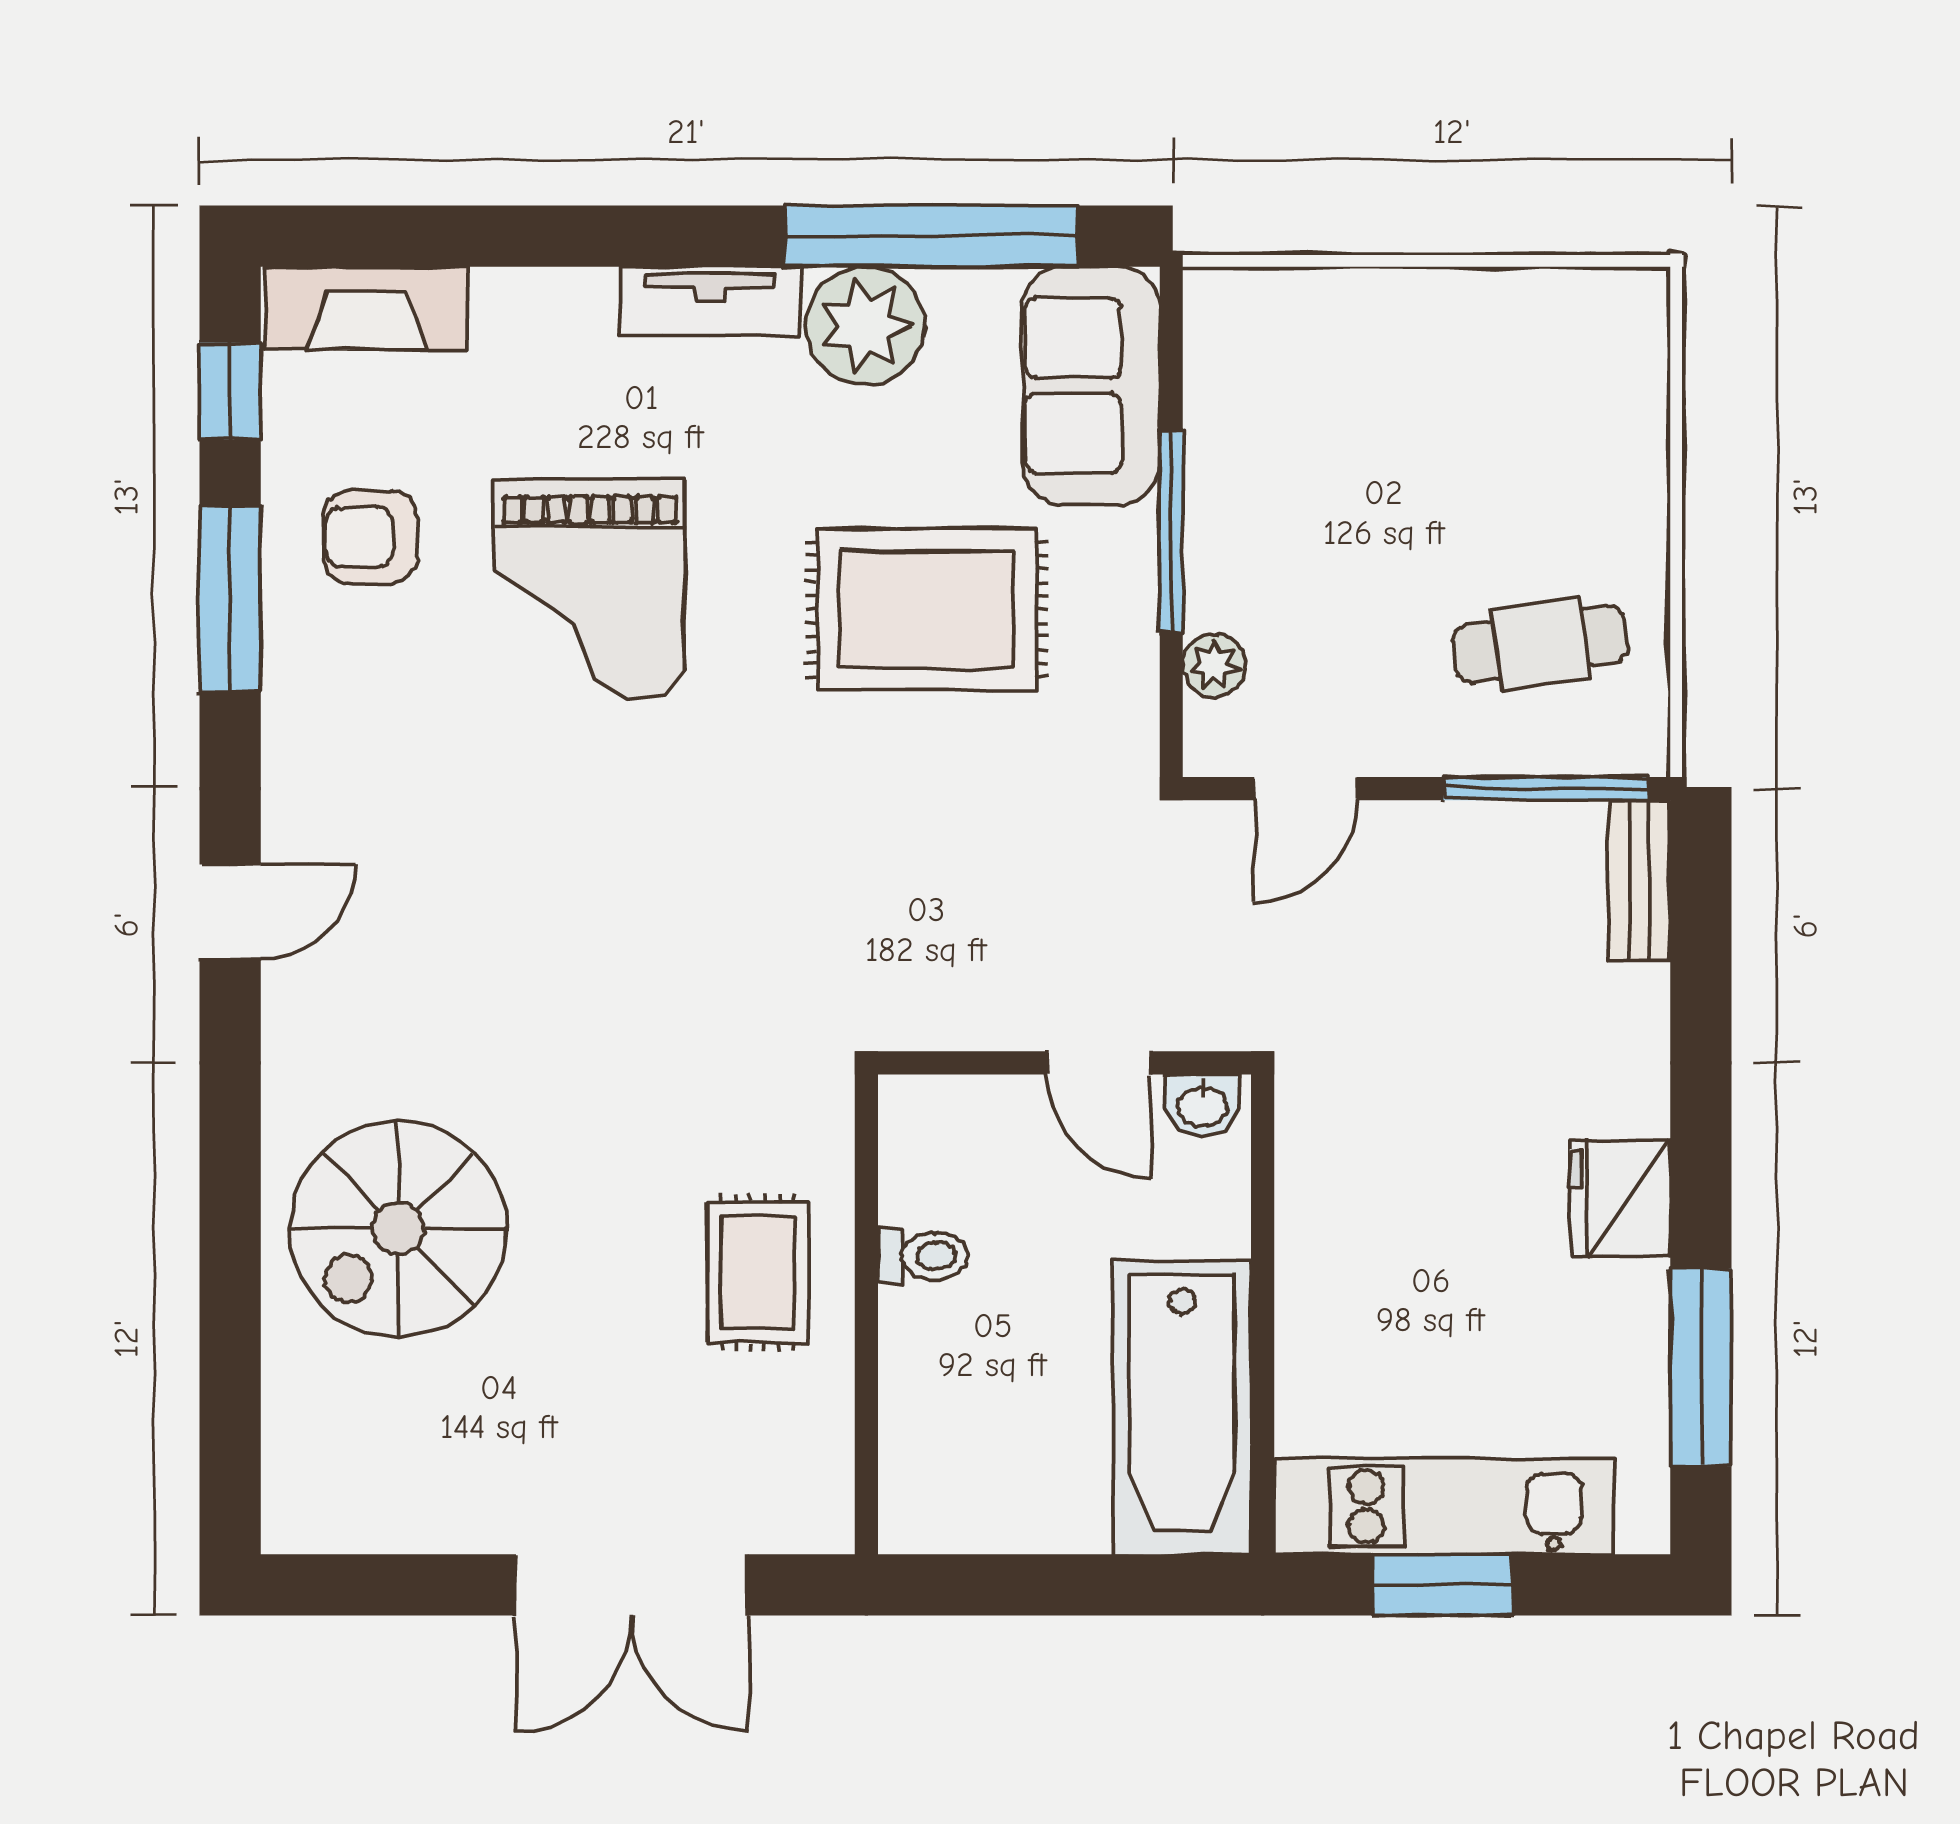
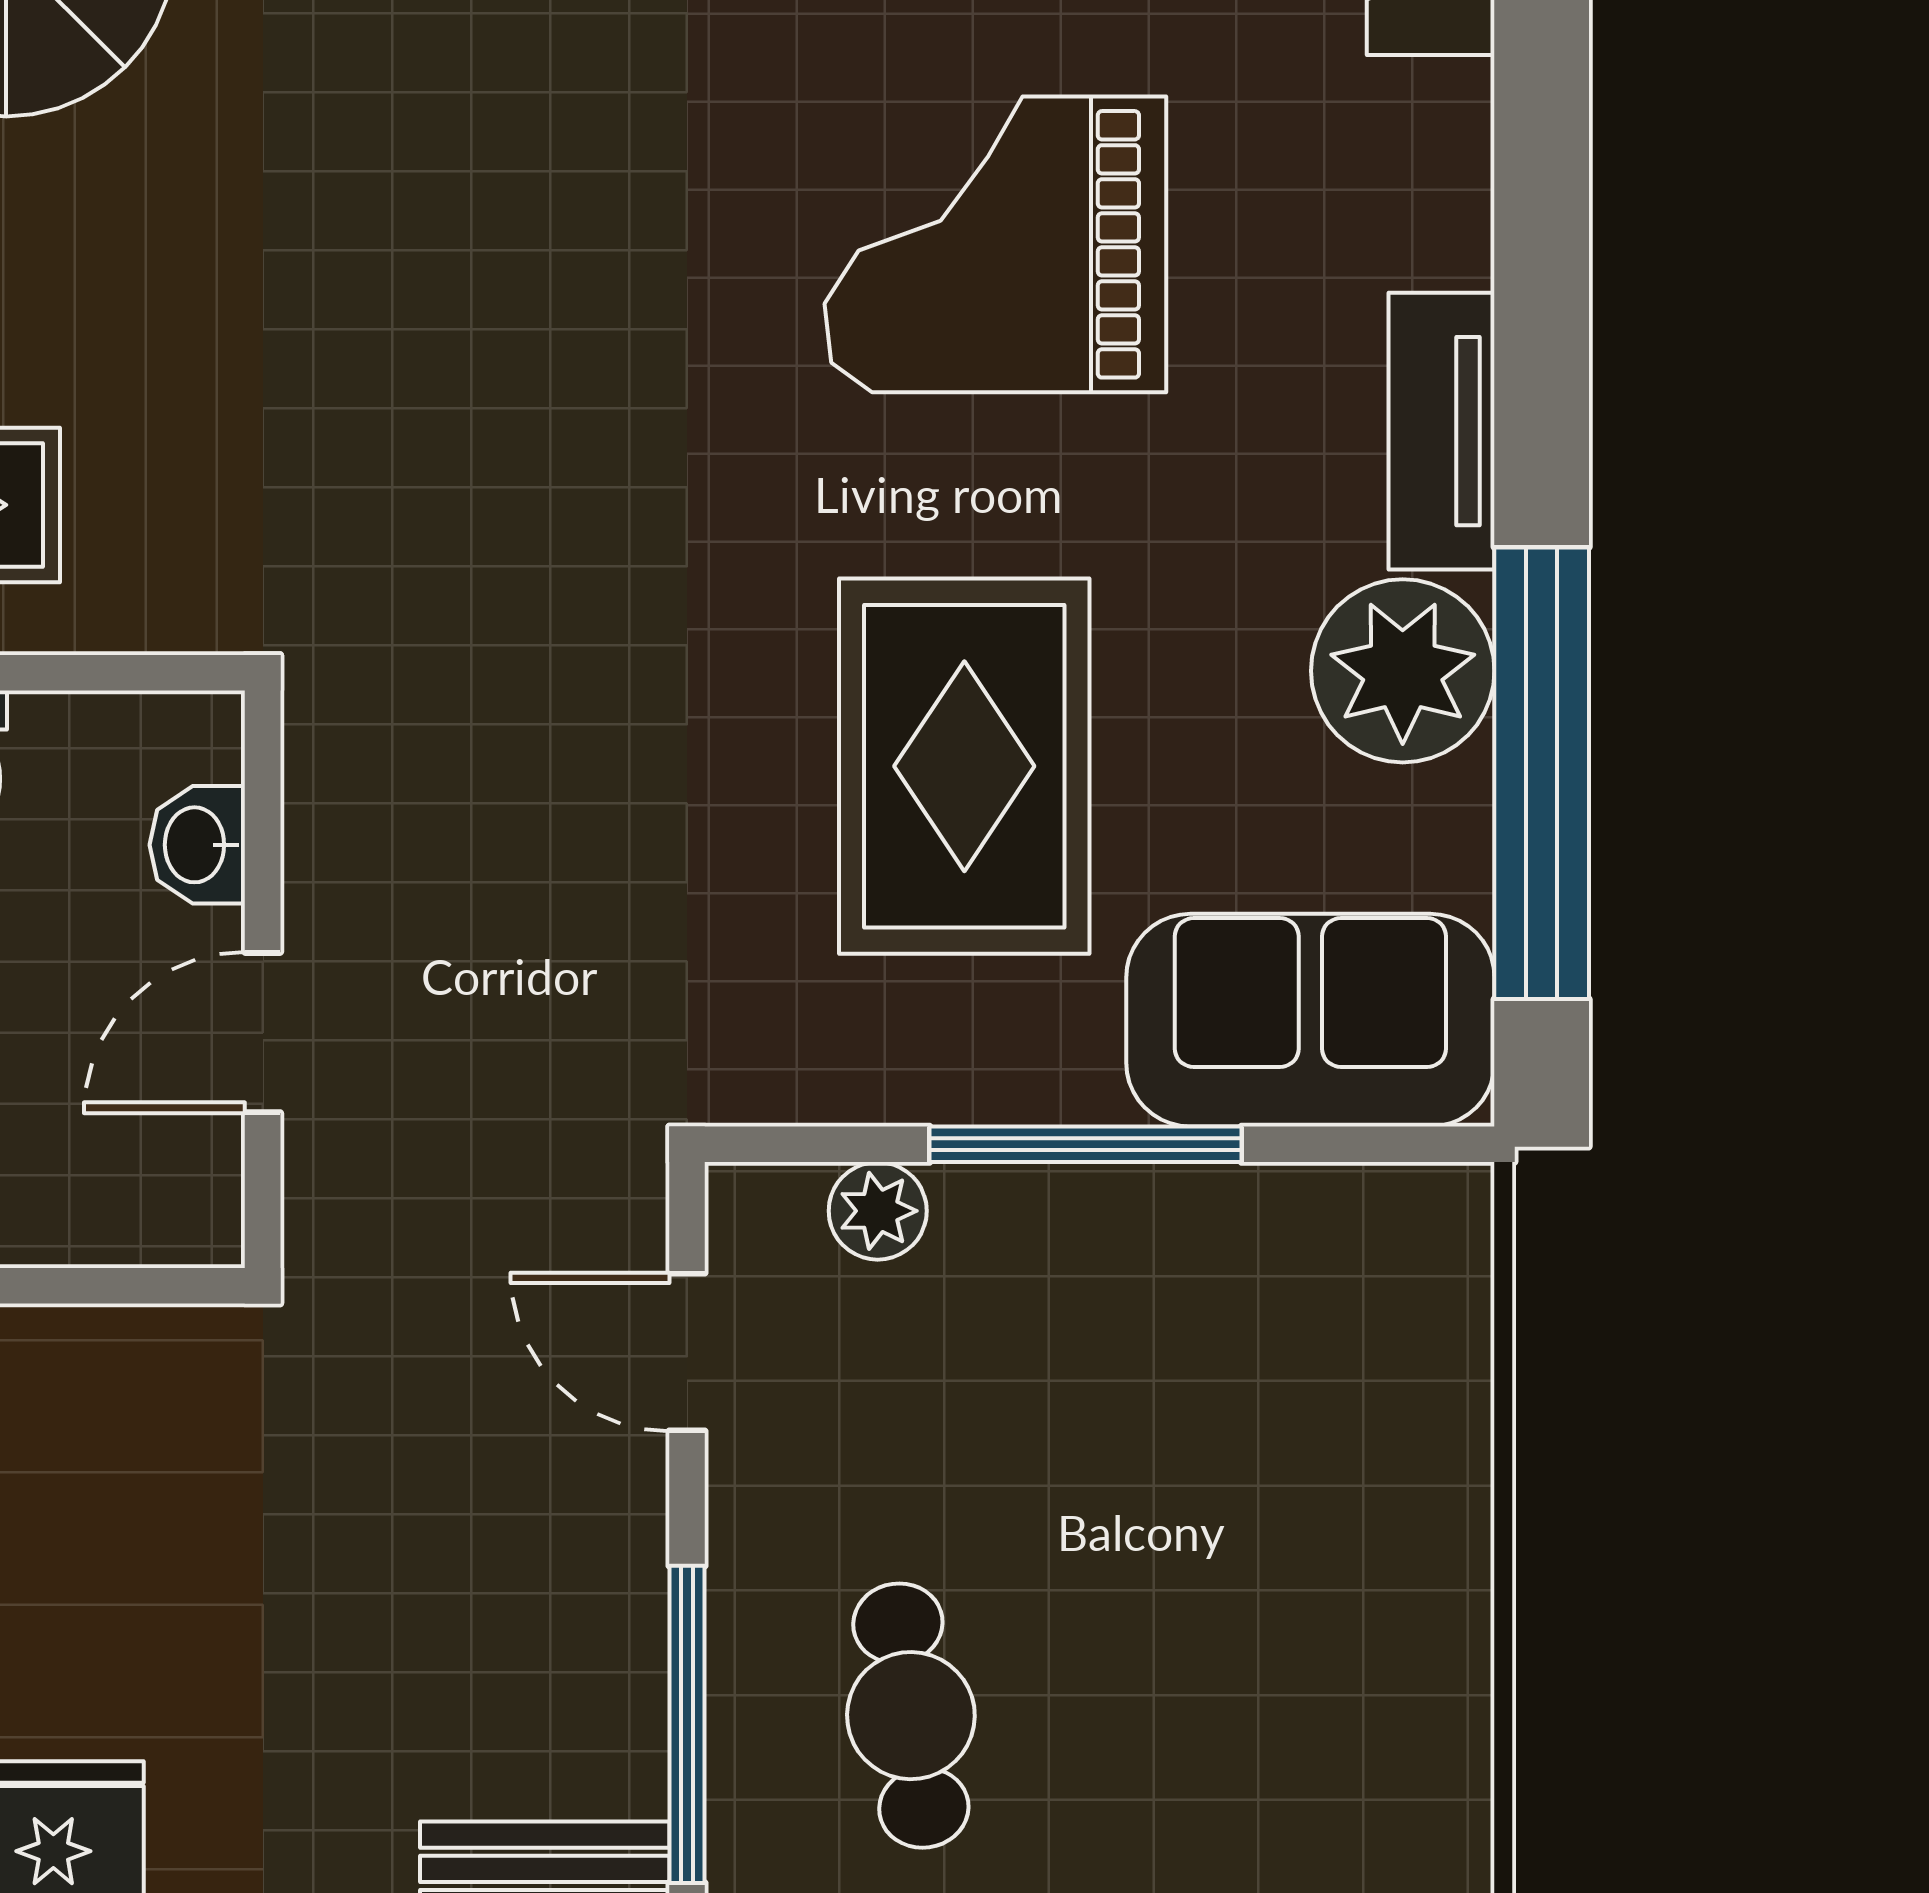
washbasin: (1202, 1105) -> (197, 845), moved

